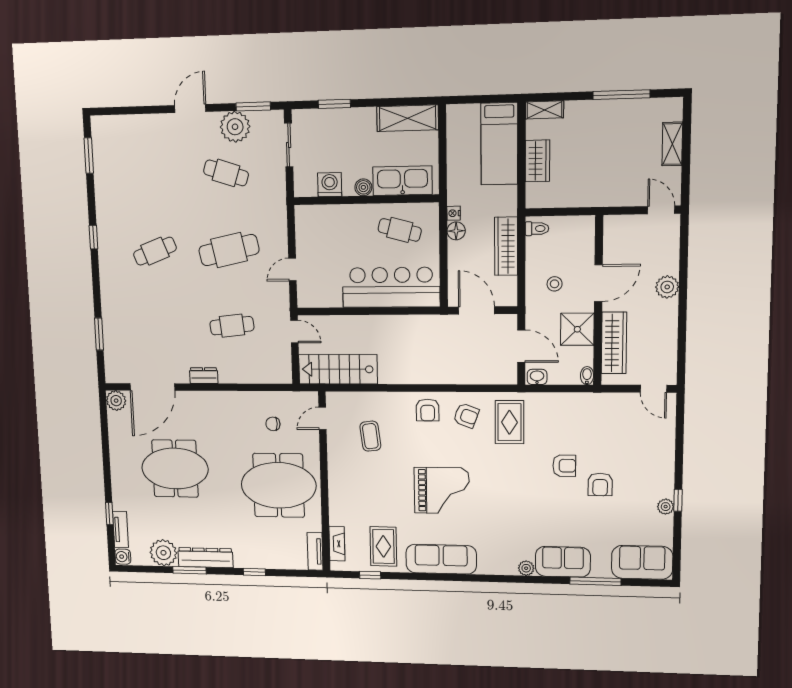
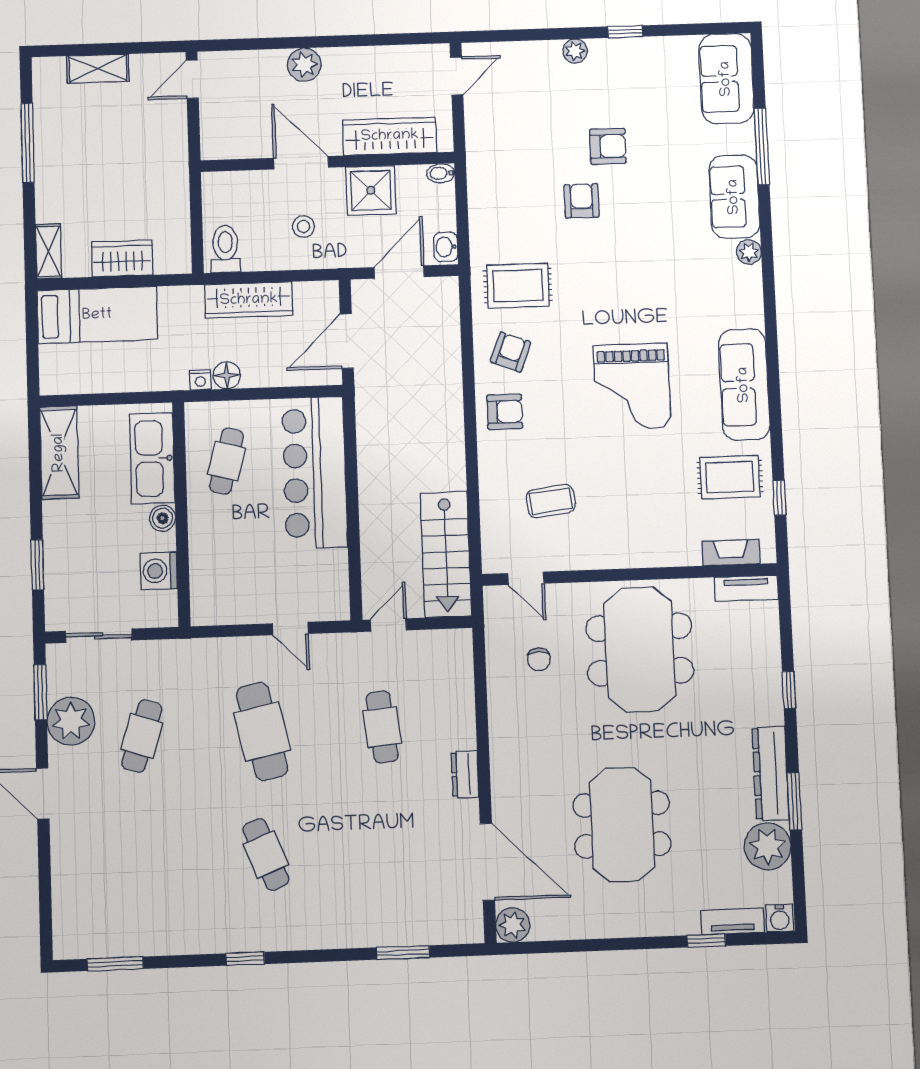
toilet: (537, 229) -> (225, 249), width x1.37, depth x1.39
grand piano: (442, 491) -> (632, 387), turned 180
plant: (666, 507) -> (575, 51), moved

